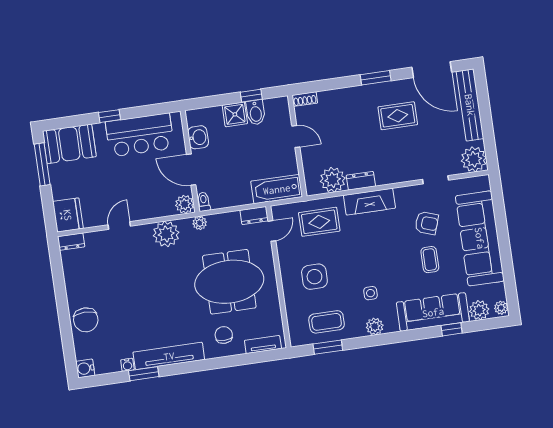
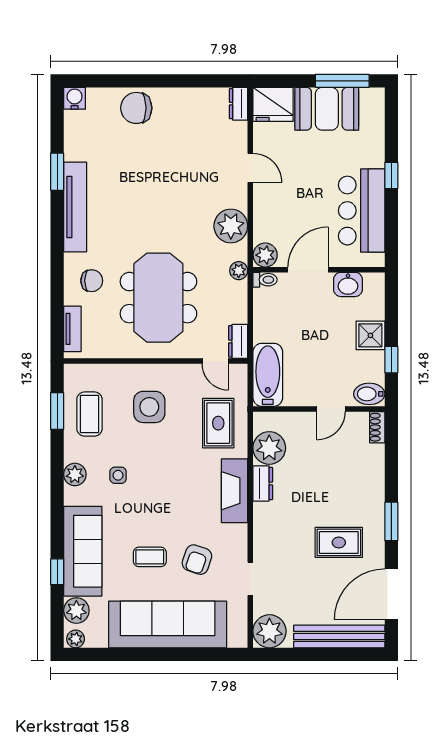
bidet: (256, 112) -> (369, 394), moved
rug: (398, 116) -> (339, 542), turned 90
booth: (69, 144) -> (327, 109), moved, turned 90
water cooler: (127, 365) -> (71, 153), removed

